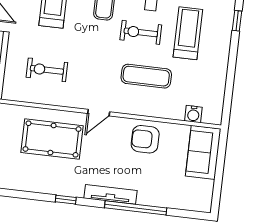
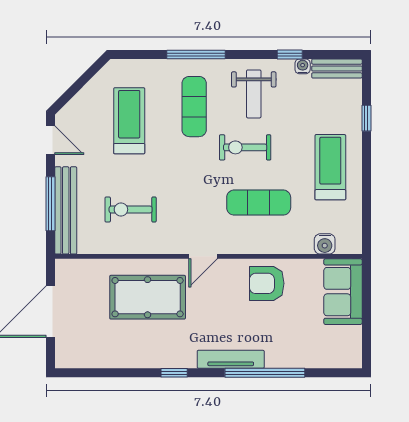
treadmill: (188, 33) -> (330, 167), moved

